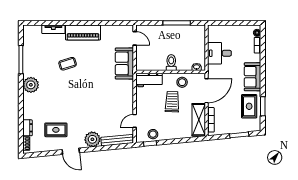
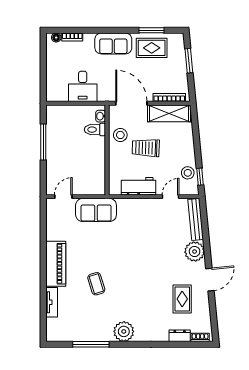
toilet: (171, 63) -> (95, 130), moved
workbench: (149, 80) -> (138, 186), moved, turned -90
door: (135, 121) -> (171, 197), swing flipped

